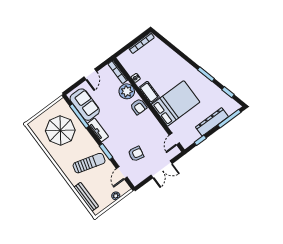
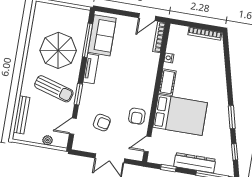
door: (90, 74) -> (147, 17), moved
plant: (127, 91) -> (149, 61), removed
armchair: (139, 107) -> (137, 116), moved
parasol: (60, 130) -> (58, 50), moved

